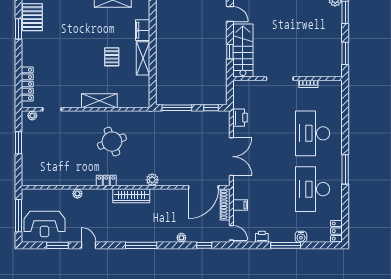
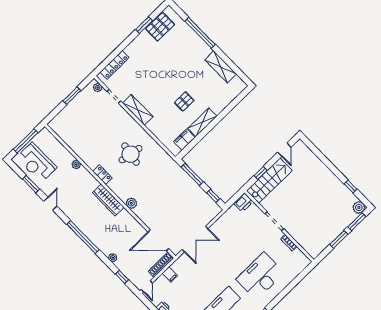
filing cabinet: (143, 30) -> (184, 140), moved
window: (345, 53) -> (339, 239), moved
shelving: (99, 101) -> (138, 110), moved
printer: (240, 118) -> (243, 202), moved
round table: (112, 142) -> (131, 154), turned 30
window: (141, 245) -> (83, 237), width x1.46

